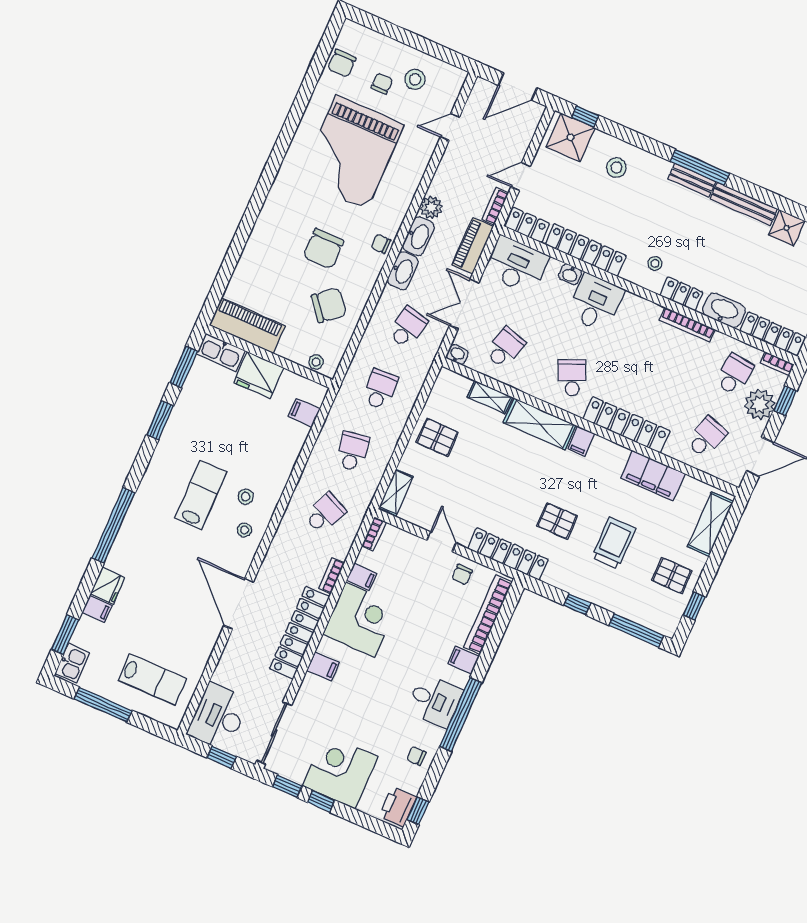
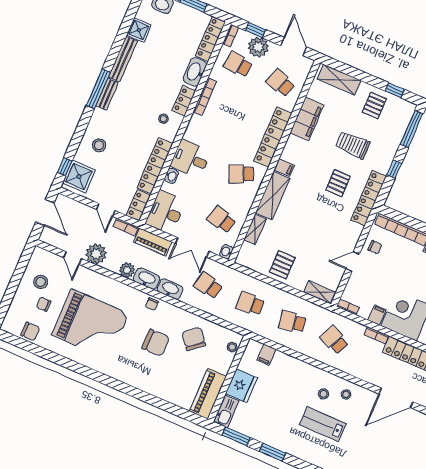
plant: (456, 162) -> (96, 254), added
locker: (508, 554) -> (369, 198), moved

